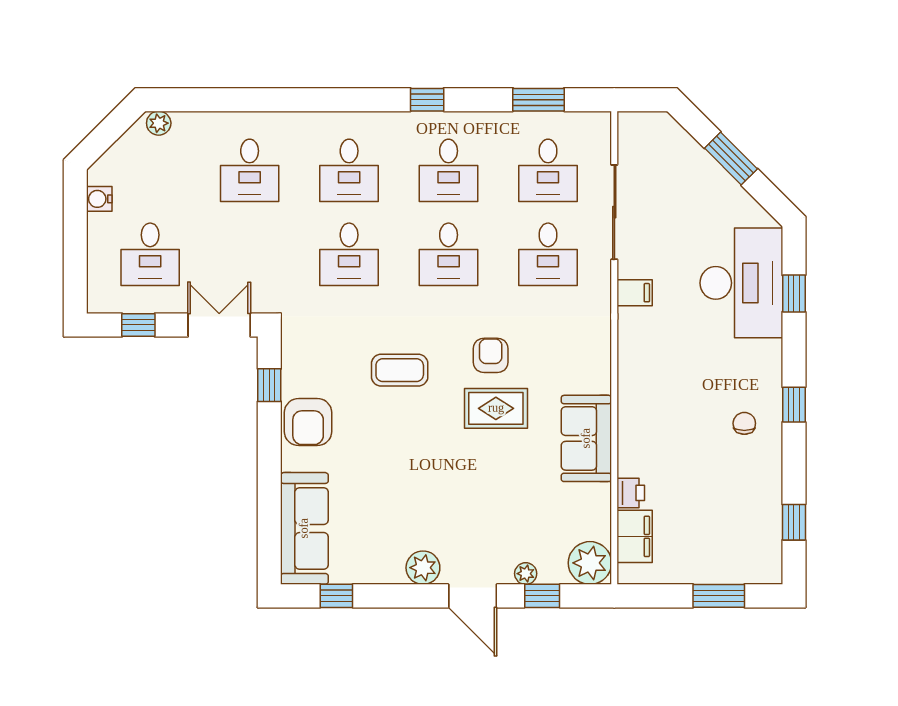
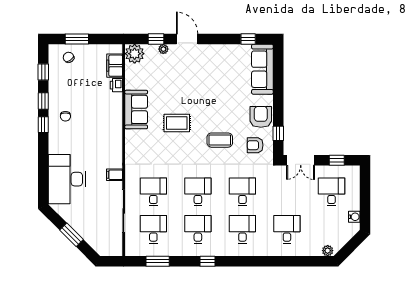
window: (794, 293) -> (43, 101), moved
armchair: (491, 355) -> (255, 145), moved, turned 90
chair: (737, 555) -> (69, 57), added
plant: (423, 568) -> (209, 52), removed

